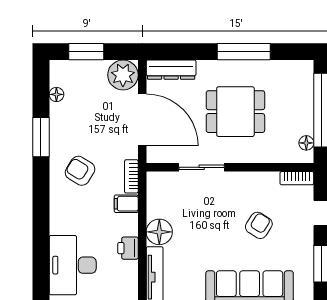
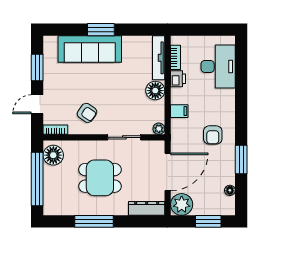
door: (142, 120) -> (168, 172), swing flipped
floor lamp: (306, 143) -> (53, 155), width x1.89, depth x1.89
armchair: (80, 171) -> (213, 135), turned 58
bookcase: (131, 176) -> (175, 57), moved
plant: (154, 179) -> (159, 129), added
armchair: (259, 225) -> (87, 113), moved, turned -87

